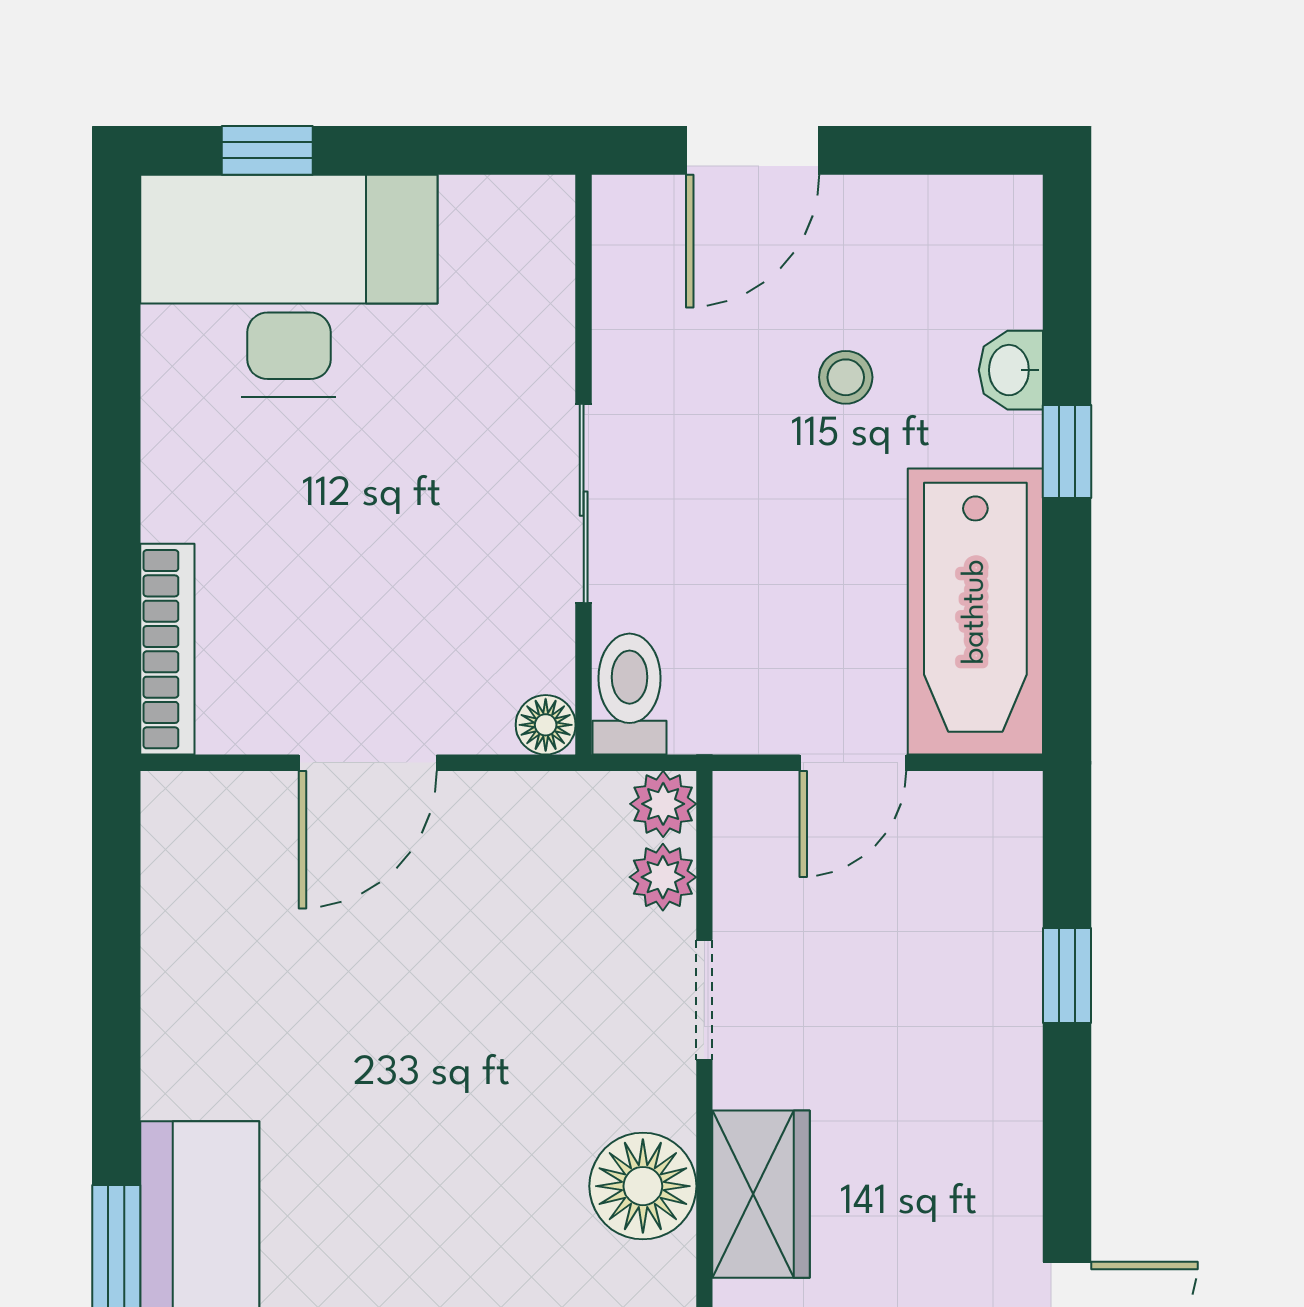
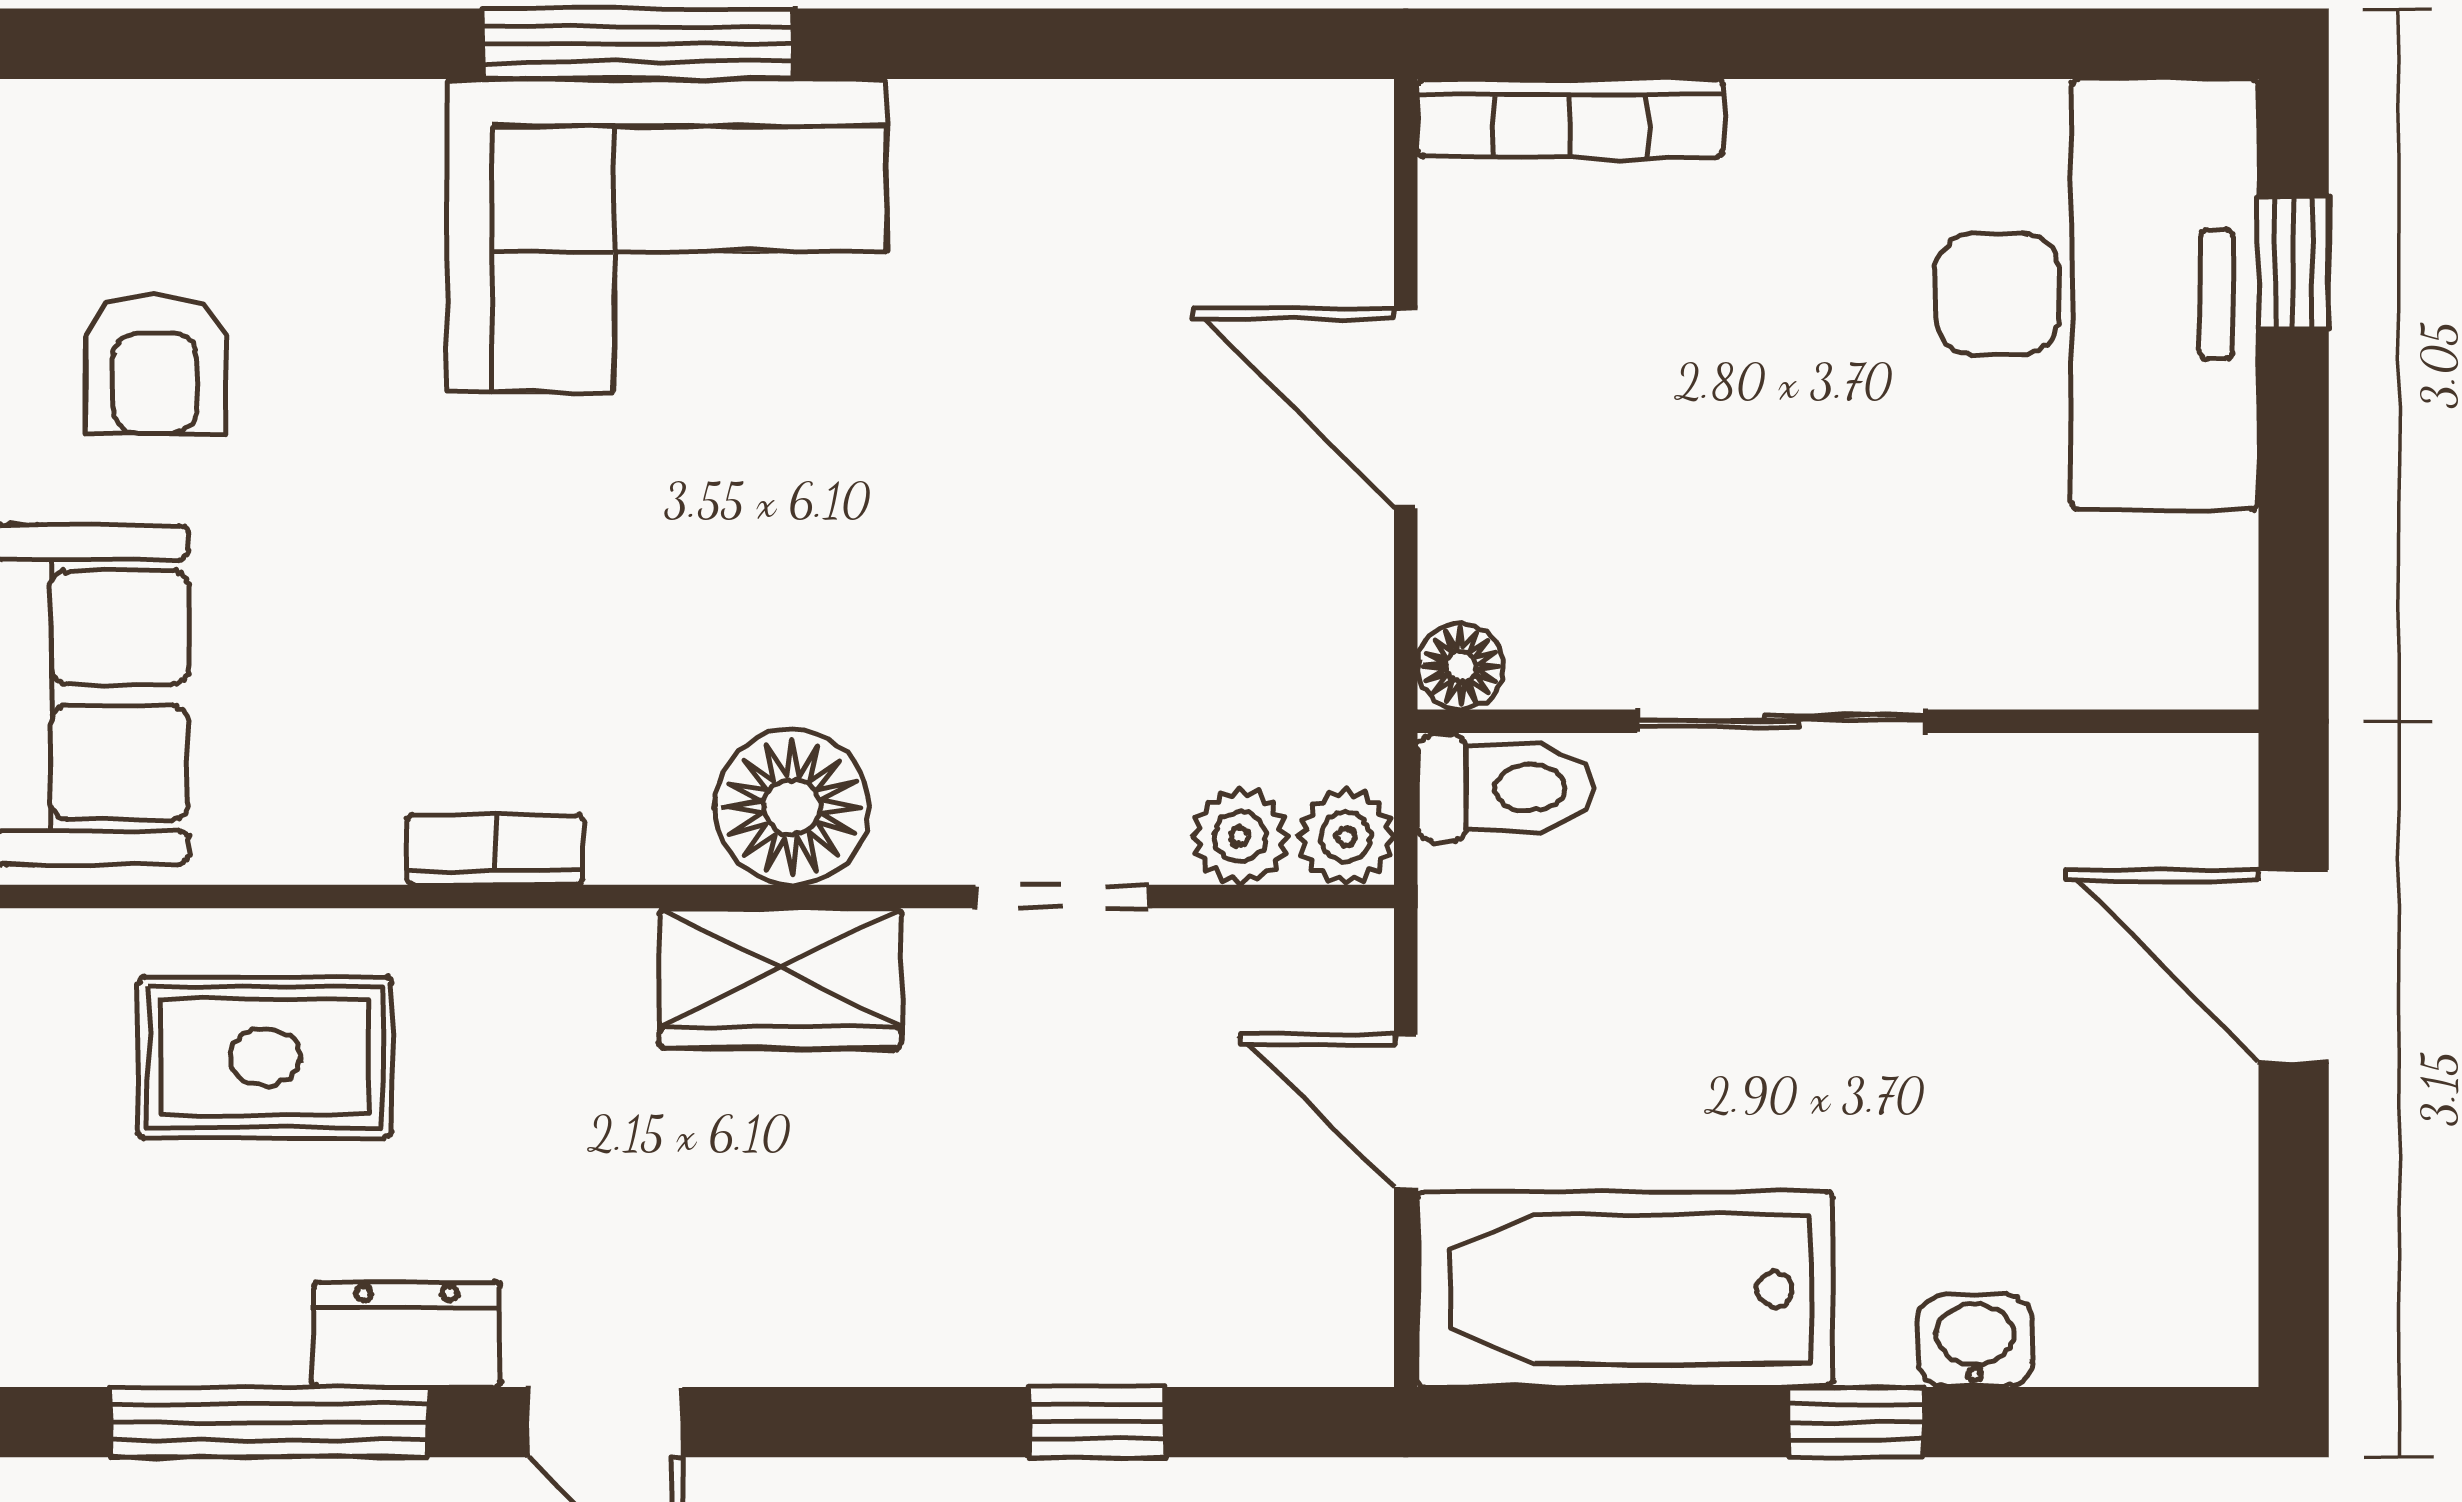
stool: (846, 377) -> (1965, 1101), removed

